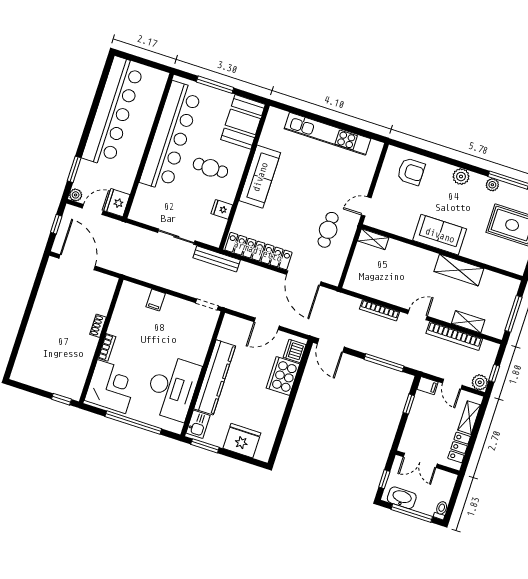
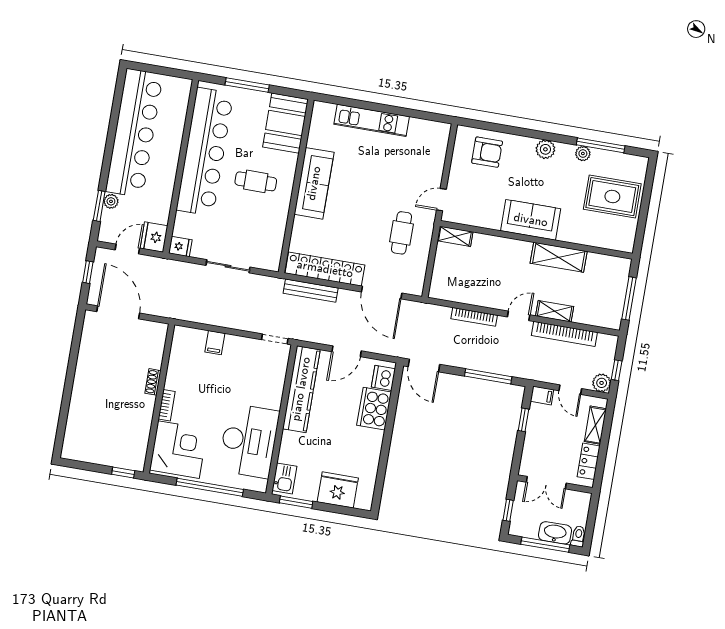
kitchen unit: (328, 134) -> (372, 120), width x0.73
plant: (76, 195) -> (111, 201), moved
fridge: (222, 209) -> (180, 246), moved, turned 180
bench: (217, 259) -> (311, 291), moved
shelving: (468, 322) -> (555, 311), moved
kitchen counter: (215, 377) -> (301, 389), moved
washbasin: (402, 498) -> (555, 533), moved

